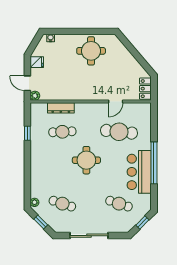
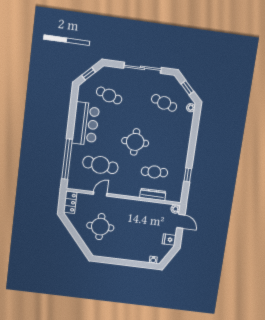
round table: (91, 51) -> (100, 227), moved
window: (154, 163) -> (67, 159), moved

